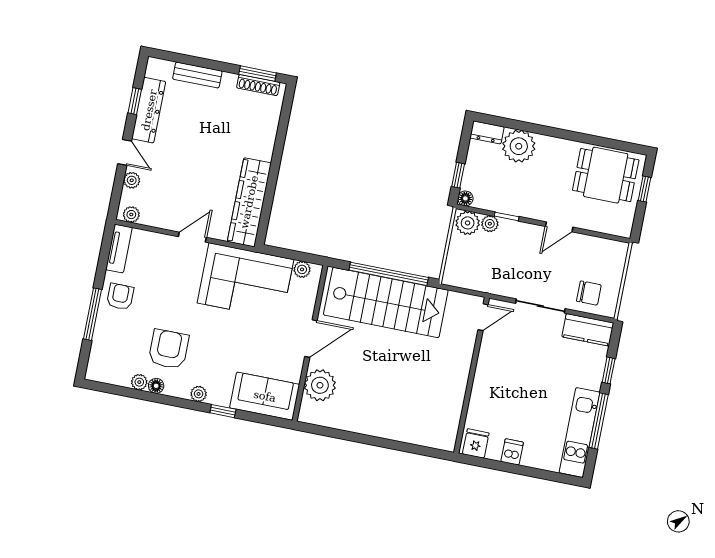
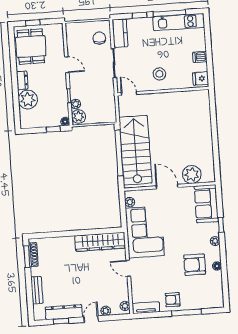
dresser: (487, 132) -> (22, 80), moved
stool: (502, 377) -> (159, 74), added
plant: (139, 382) -> (217, 276), removed

